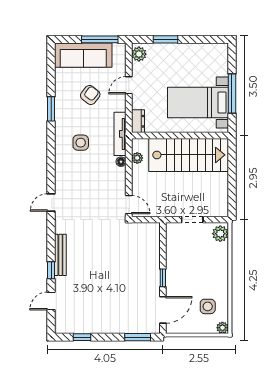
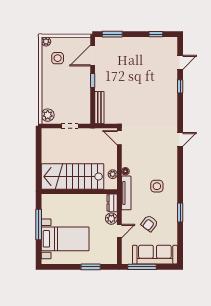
plant: (139, 54) -> (111, 219), moved
bed with nightstands: (198, 102) -> (65, 239), moved
bench: (60, 255) -> (99, 108), moved

